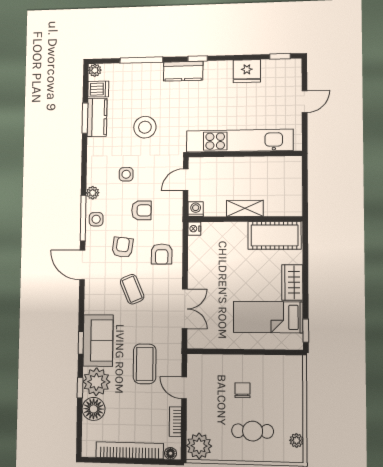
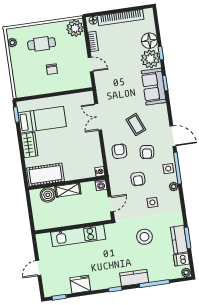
kitchen counter: (183, 71) -> (134, 278), moved
kitchen unit: (240, 141) -> (78, 236), width x0.73
boiler: (275, 205) -> (48, 195), added
armchair: (141, 210) -> (138, 179), turned -90
coffee table: (145, 364) -> (120, 76), removed

